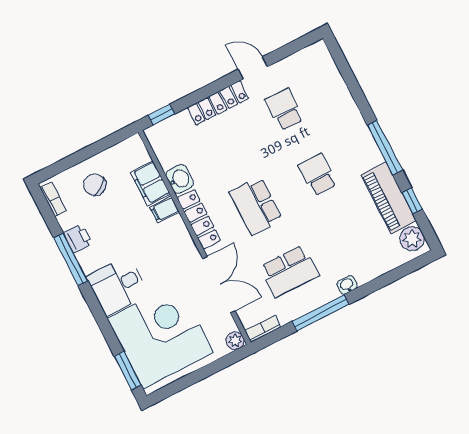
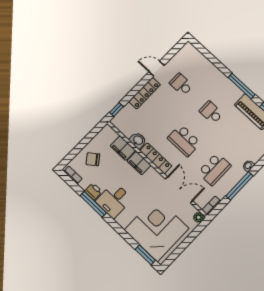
filing cabinet: (164, 210) -> (139, 163), width x2.00
desk: (118, 286) -> (114, 200), moved

